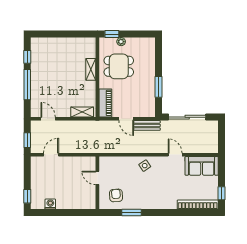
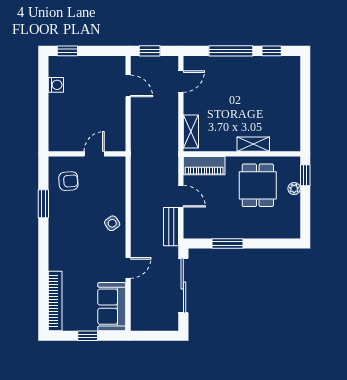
door: (126, 119) -> (181, 196), swing flipped
window: (221, 193) -> (88, 336), moved

